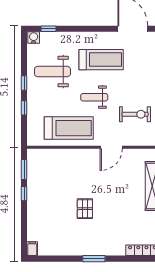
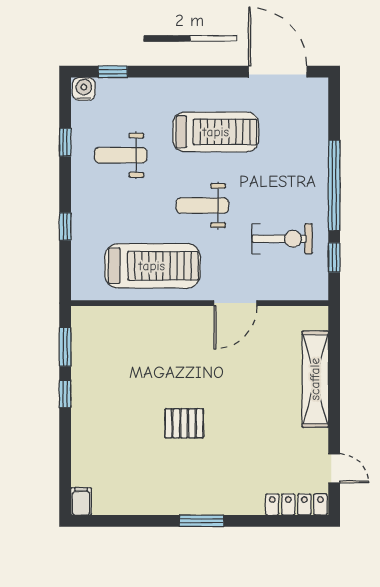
weight bench: (52, 71) -> (121, 155), width x0.73, depth x0.75
window: (24, 83) -> (65, 142), moved
pallet: (85, 209) -> (184, 423), turned 90

